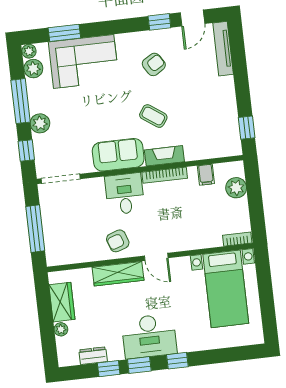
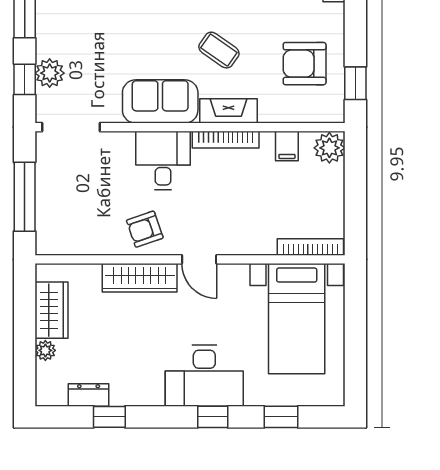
armchair: (211, 118) -> (305, 64), added
plant: (40, 123) -> (50, 73), moved
plant: (236, 188) -> (329, 148), moved
bookcase: (237, 239) -> (310, 247), width x1.56
desk: (149, 336) -> (204, 376), moved
window: (139, 365) -> (281, 417), moved

